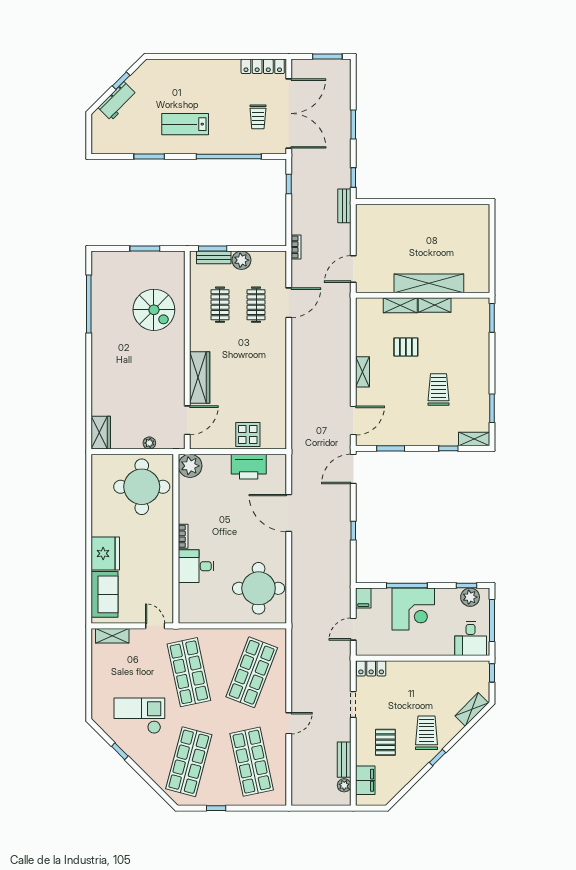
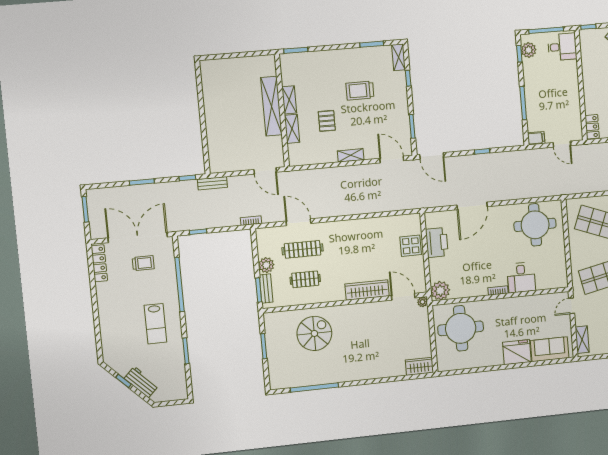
clothes rail: (256, 305) -> (303, 249), width x1.36
plant: (149, 443) -> (422, 302), moved
corner desk: (413, 609) -> (542, 96), removed

